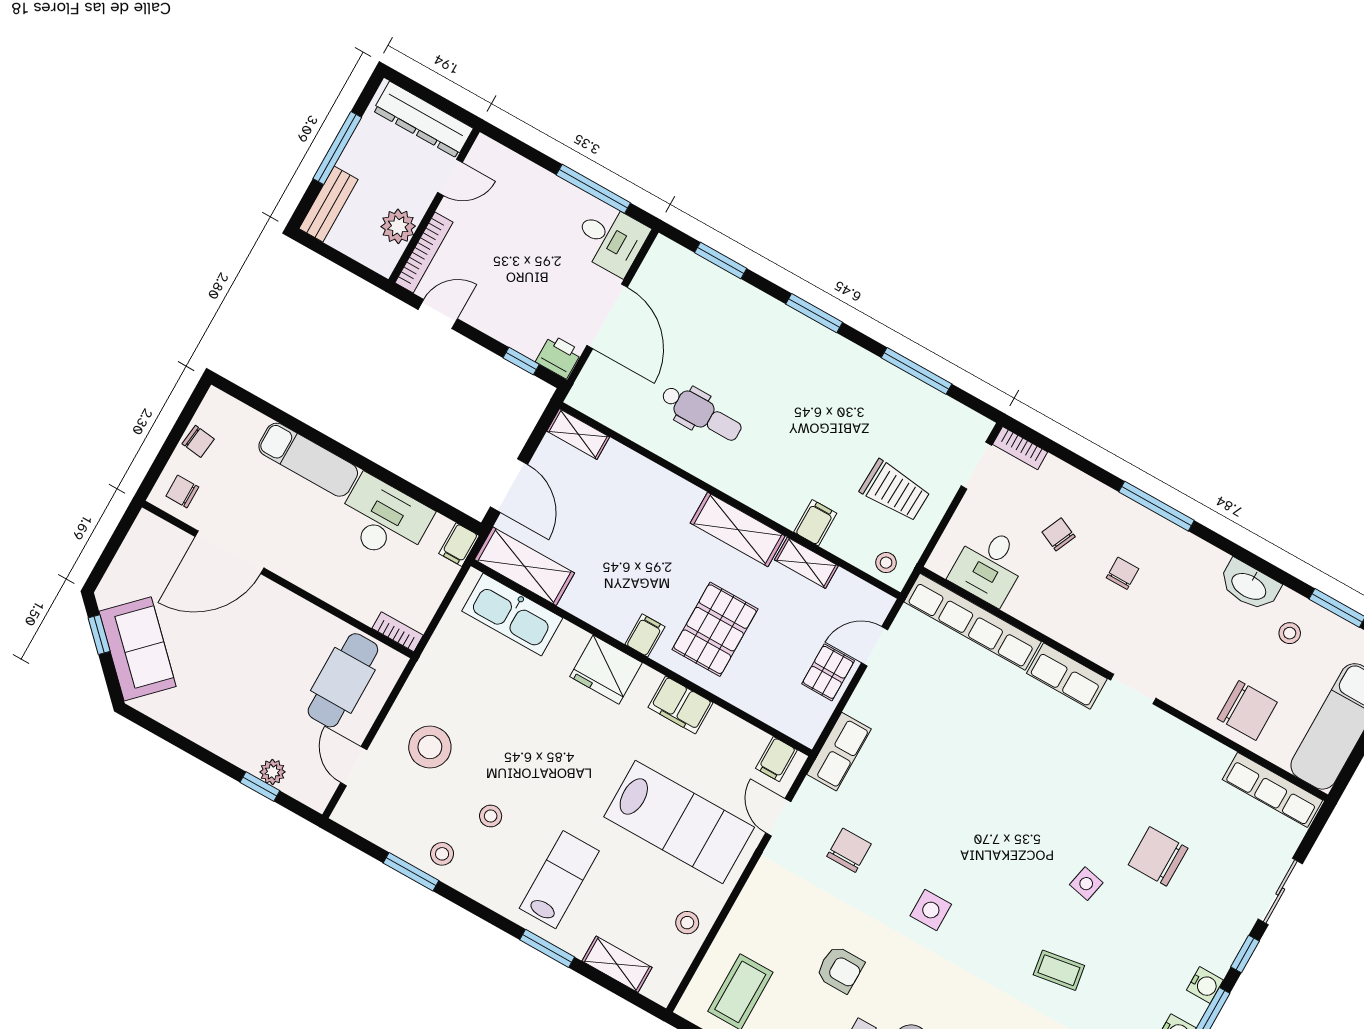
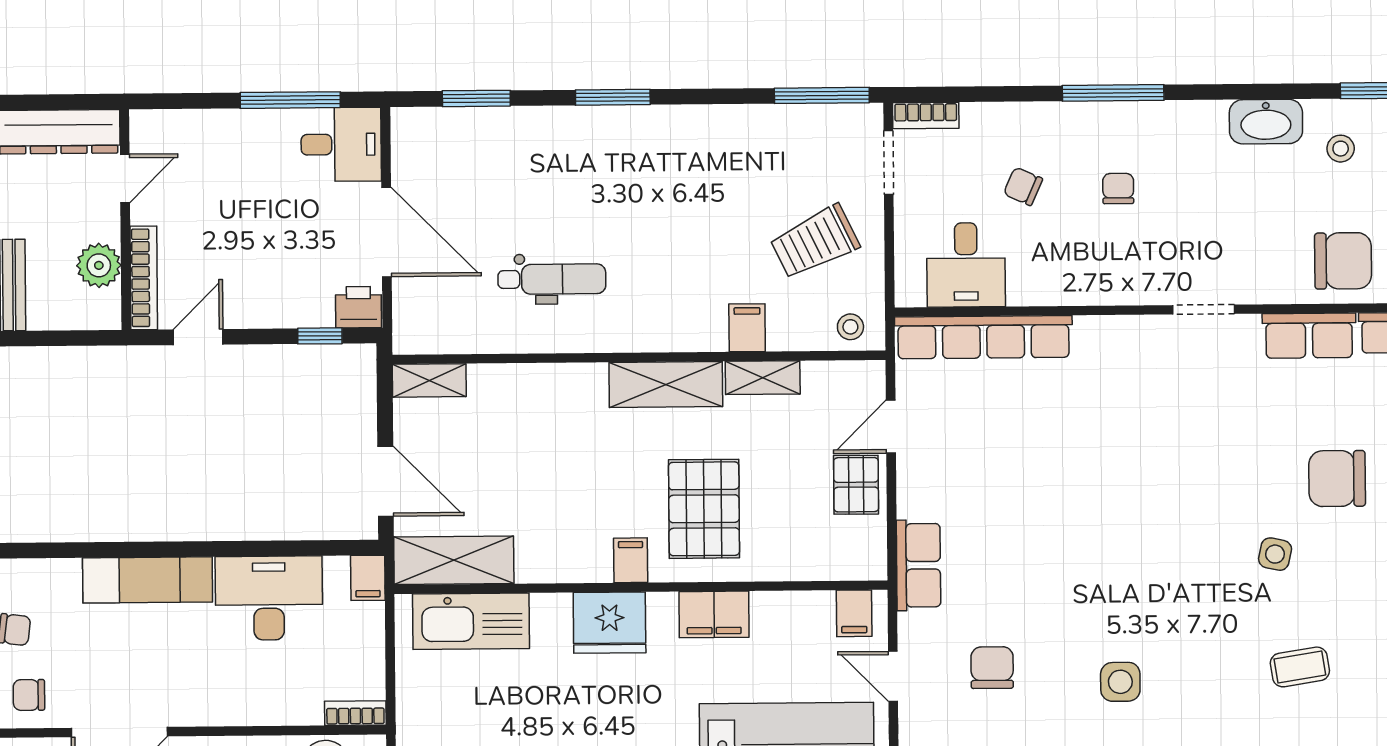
window: (916, 371) -> (822, 95), moved
trolley: (895, 491) -> (815, 242), turned 152
row of seats: (1067, 676) -> (1309, 336), moved

